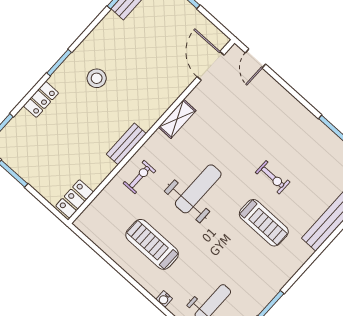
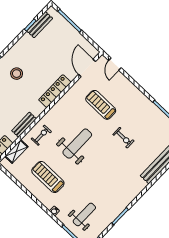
locker: (160, 105) -> (55, 91), added
shelving: (177, 119) -> (16, 151), moved
bench: (126, 144) -> (24, 125), moved
treadmill: (264, 223) -> (101, 105), moved, turned 180

